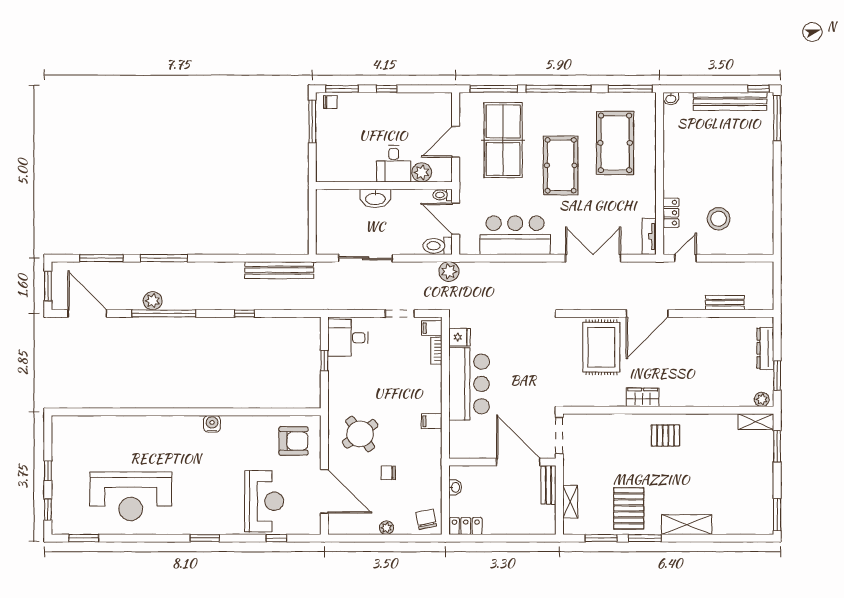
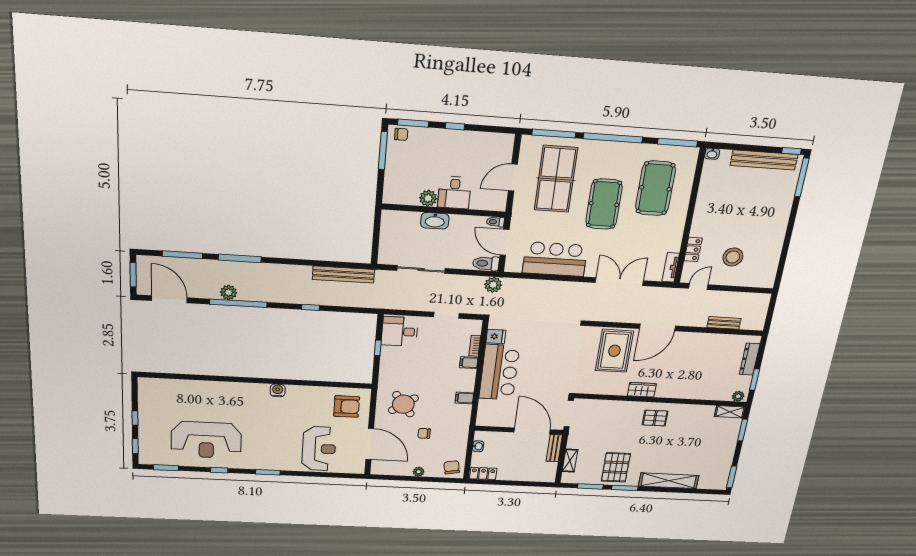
plant: (422, 172) -> (428, 198), moved
filing cabinet: (432, 328) -> (469, 363), moved
shelving: (687, 525) -> (669, 481), width x1.47
window: (276, 538) -> (219, 470), moved

